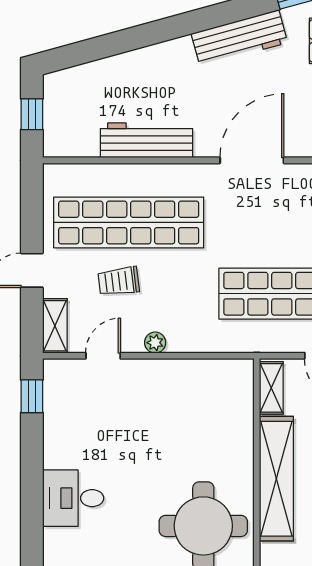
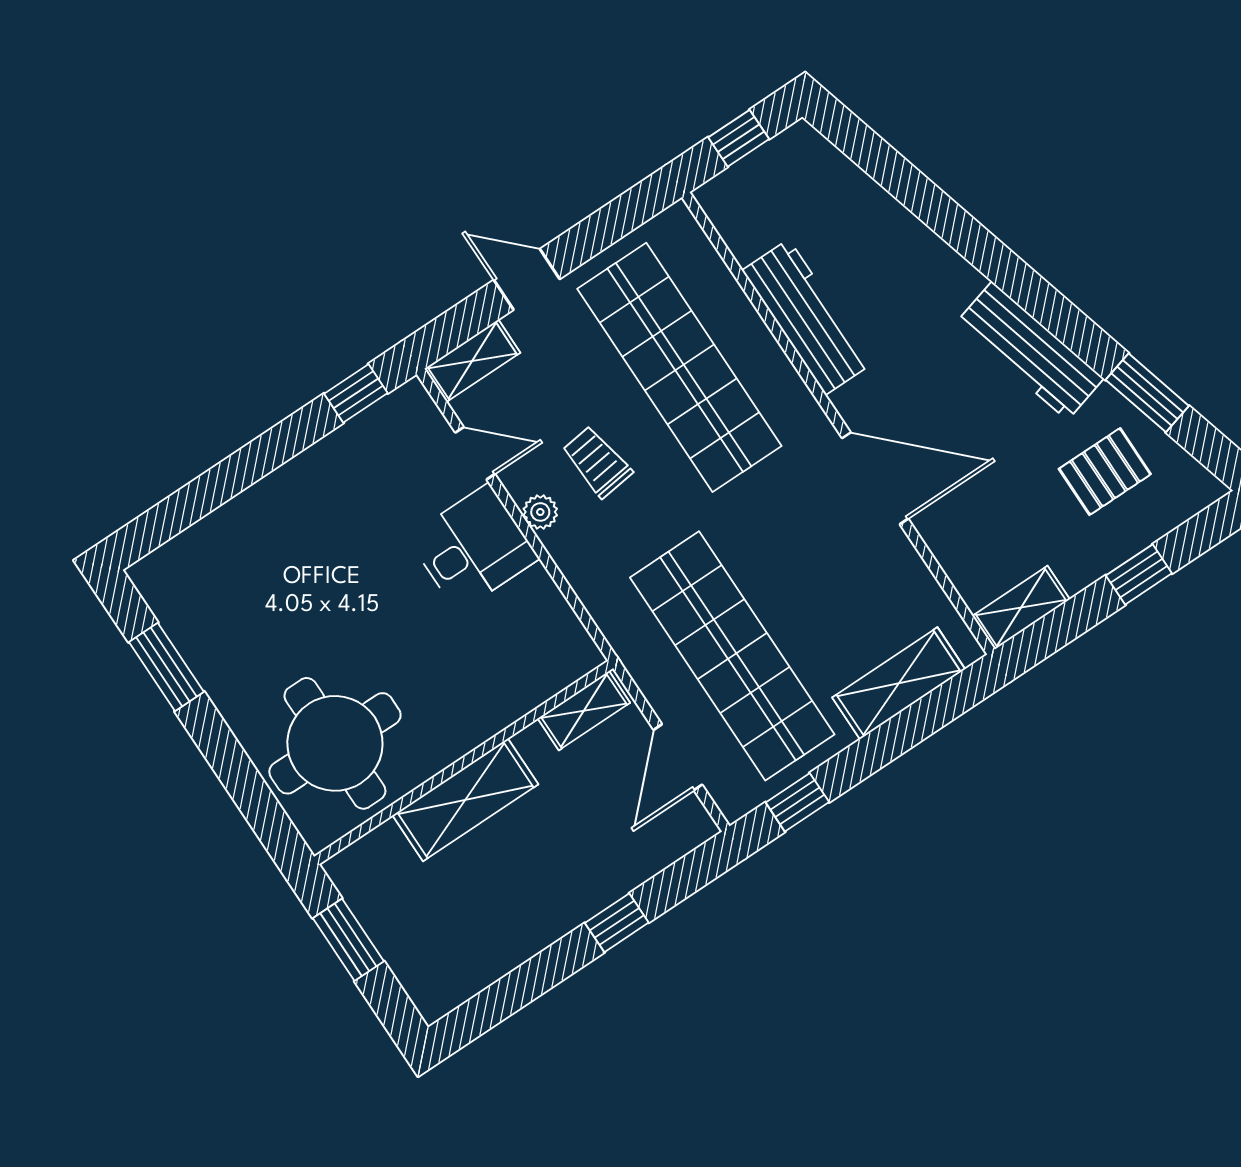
trolley: (119, 281) -> (597, 462), moved
shelving: (276, 479) -> (465, 800), width x0.68
desk: (73, 498) -> (473, 548), moved, turned 90

